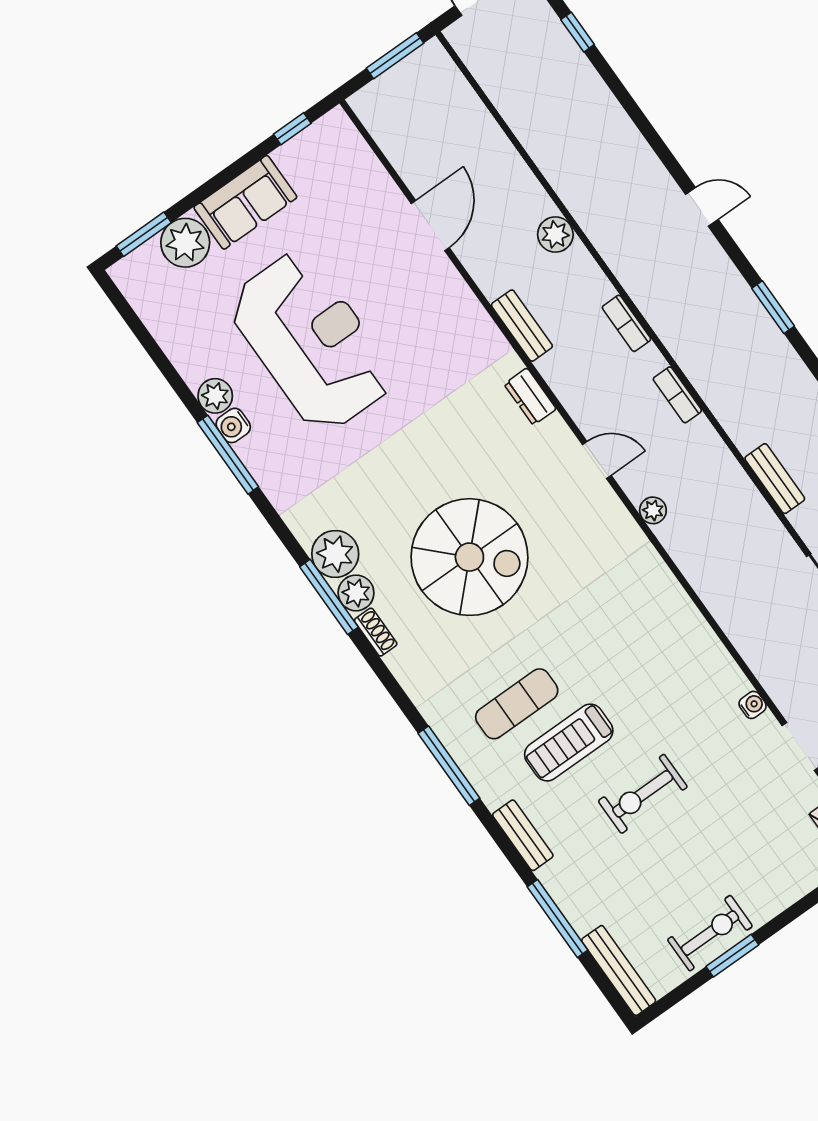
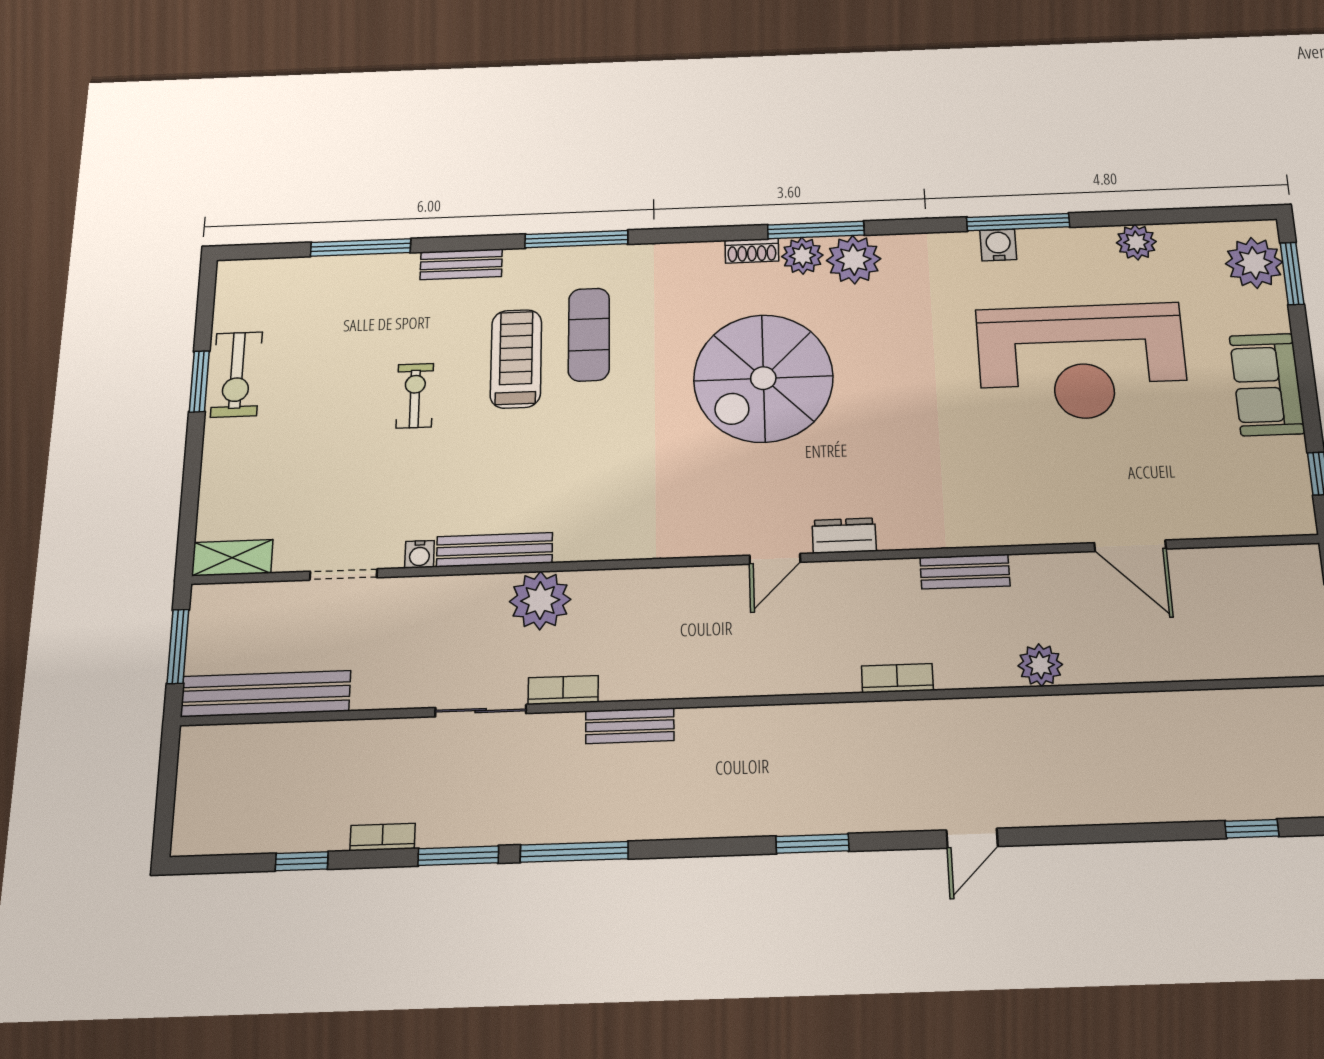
plant: (185, 243) -> (1254, 263), moved
bookcase: (677, 395) -> (563, 690), moved
plant: (215, 396) -> (1136, 242), moved
dresser: (530, 397) -> (844, 536), moved
water cooler: (233, 425) -> (998, 245), moved
plant: (653, 510) -> (540, 600), moved, width x1.88, depth x1.88
exercise bike: (643, 794) -> (415, 396), width x0.73, depth x0.72
bench: (619, 971) -> (495, 550), moved

